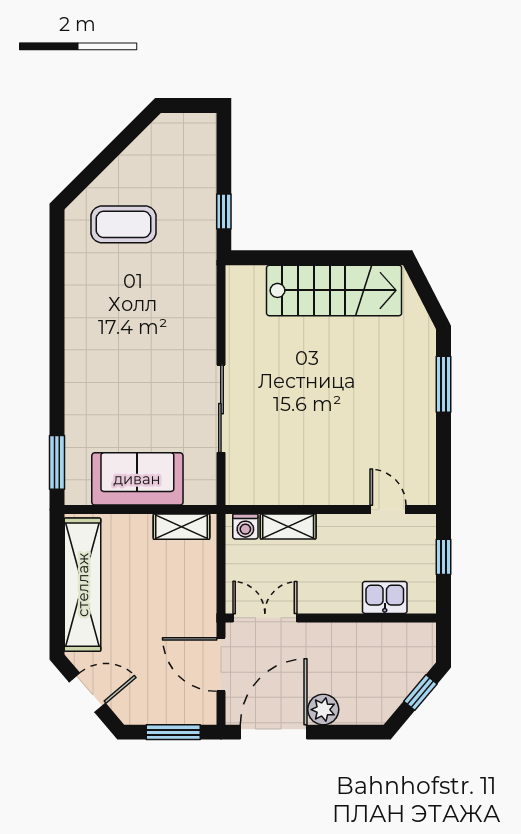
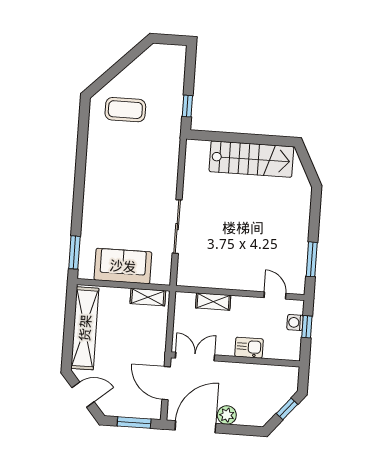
window: (444, 384) -> (312, 259), moved
washing machine: (245, 527) -> (295, 322), moved, turned 90
kitchen sink: (385, 597) -> (249, 348), moved

